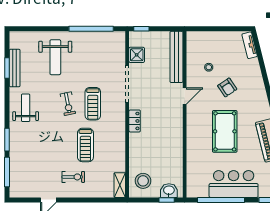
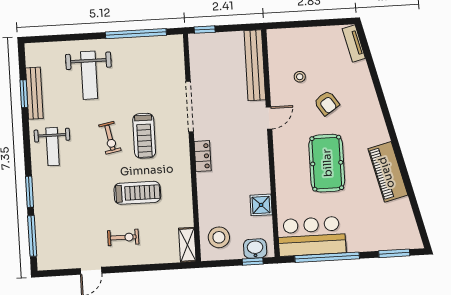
shower: (137, 55) -> (261, 205), moved
weight bench: (26, 108) -> (53, 147), turned 180
treadmill: (85, 145) -> (137, 193), turned -90
bar counter: (234, 184) -> (312, 236), moved

